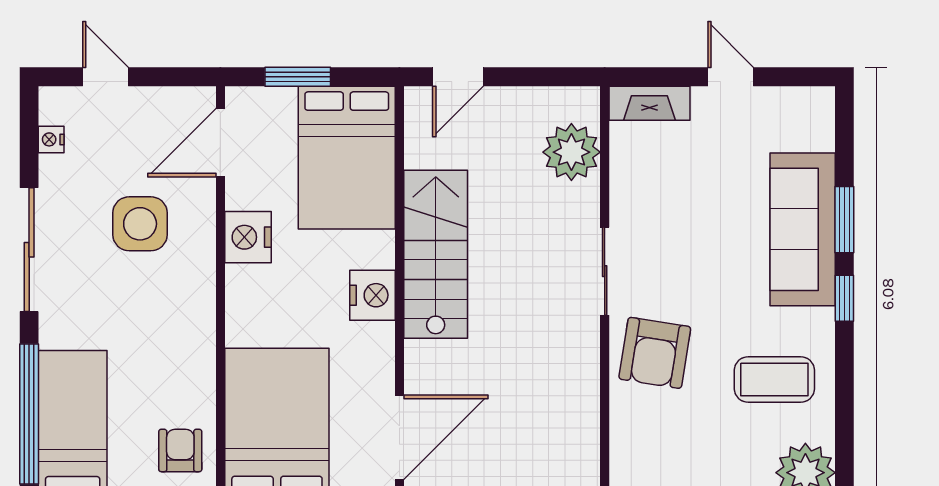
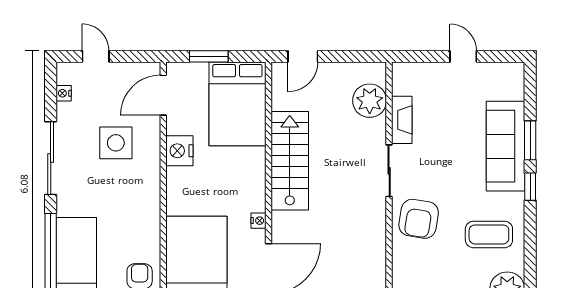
fireplace: (649, 103) -> (402, 120), moved, turned -90
nightstand: (372, 295) -> (258, 221), moved, width x0.53, depth x0.56

